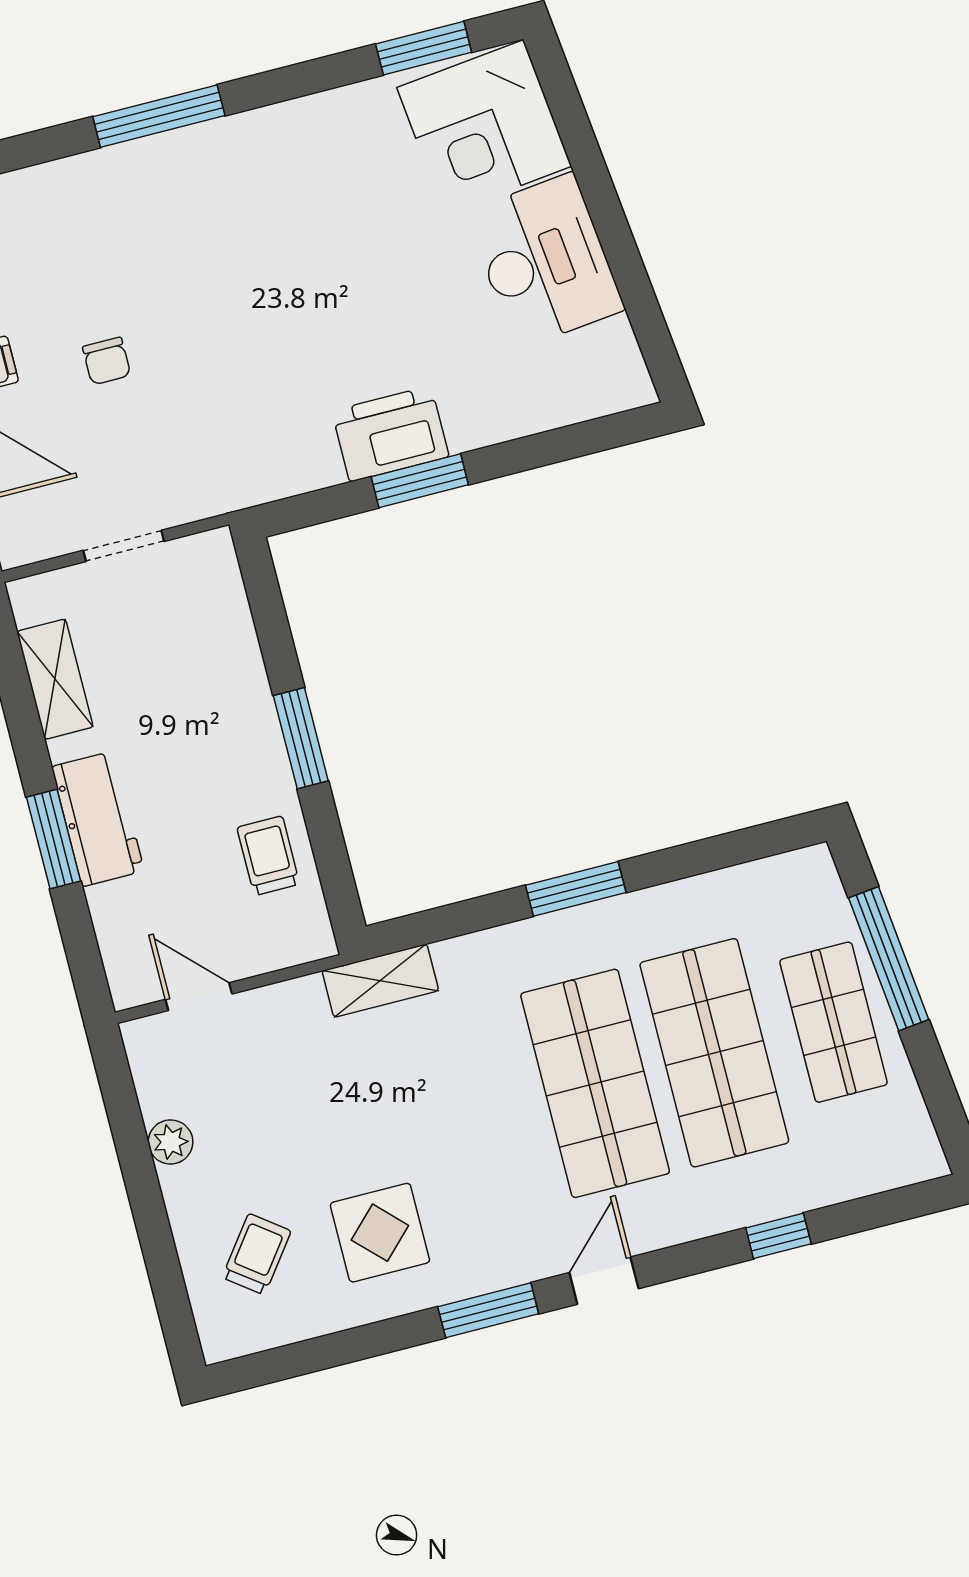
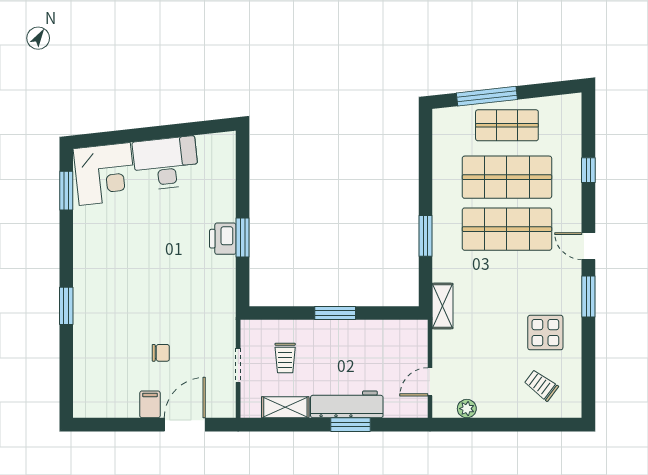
window: (159, 116) -> (66, 306), width x0.69
printer: (390, 434) -> (223, 239), width x0.73, depth x0.84
workbench: (98, 819) -> (347, 404), width x1.38
trolley: (268, 856) -> (285, 358), moved, turned -90
window: (576, 889) -> (426, 236), moved
plant: (171, 1142) -> (467, 409), moved

